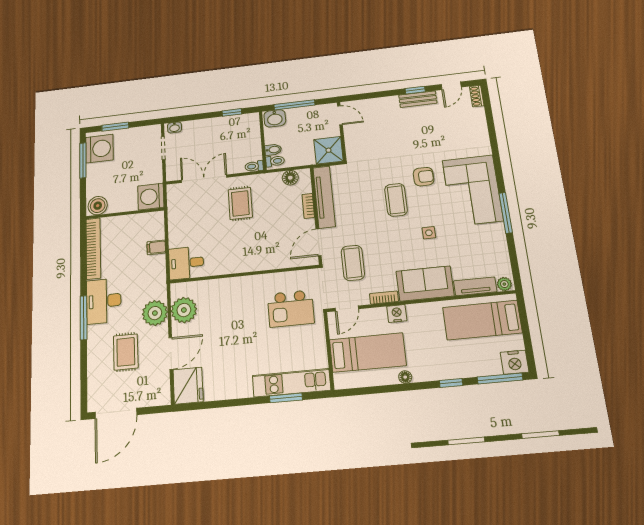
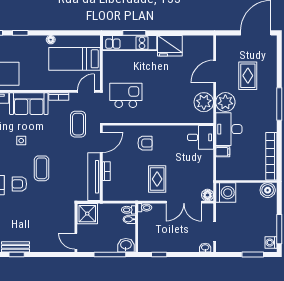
washing machine: (99, 149) -> (271, 243), width x0.53, depth x0.53
floor lamp: (290, 178) -> (208, 195), moved
armchair: (260, 248) -> (145, 143), added
desk: (104, 301) -> (229, 129), moved, turned 180
nightstand: (397, 313) -> (51, 84), removed
fridge: (188, 386) -> (170, 46), moved, turned -90

